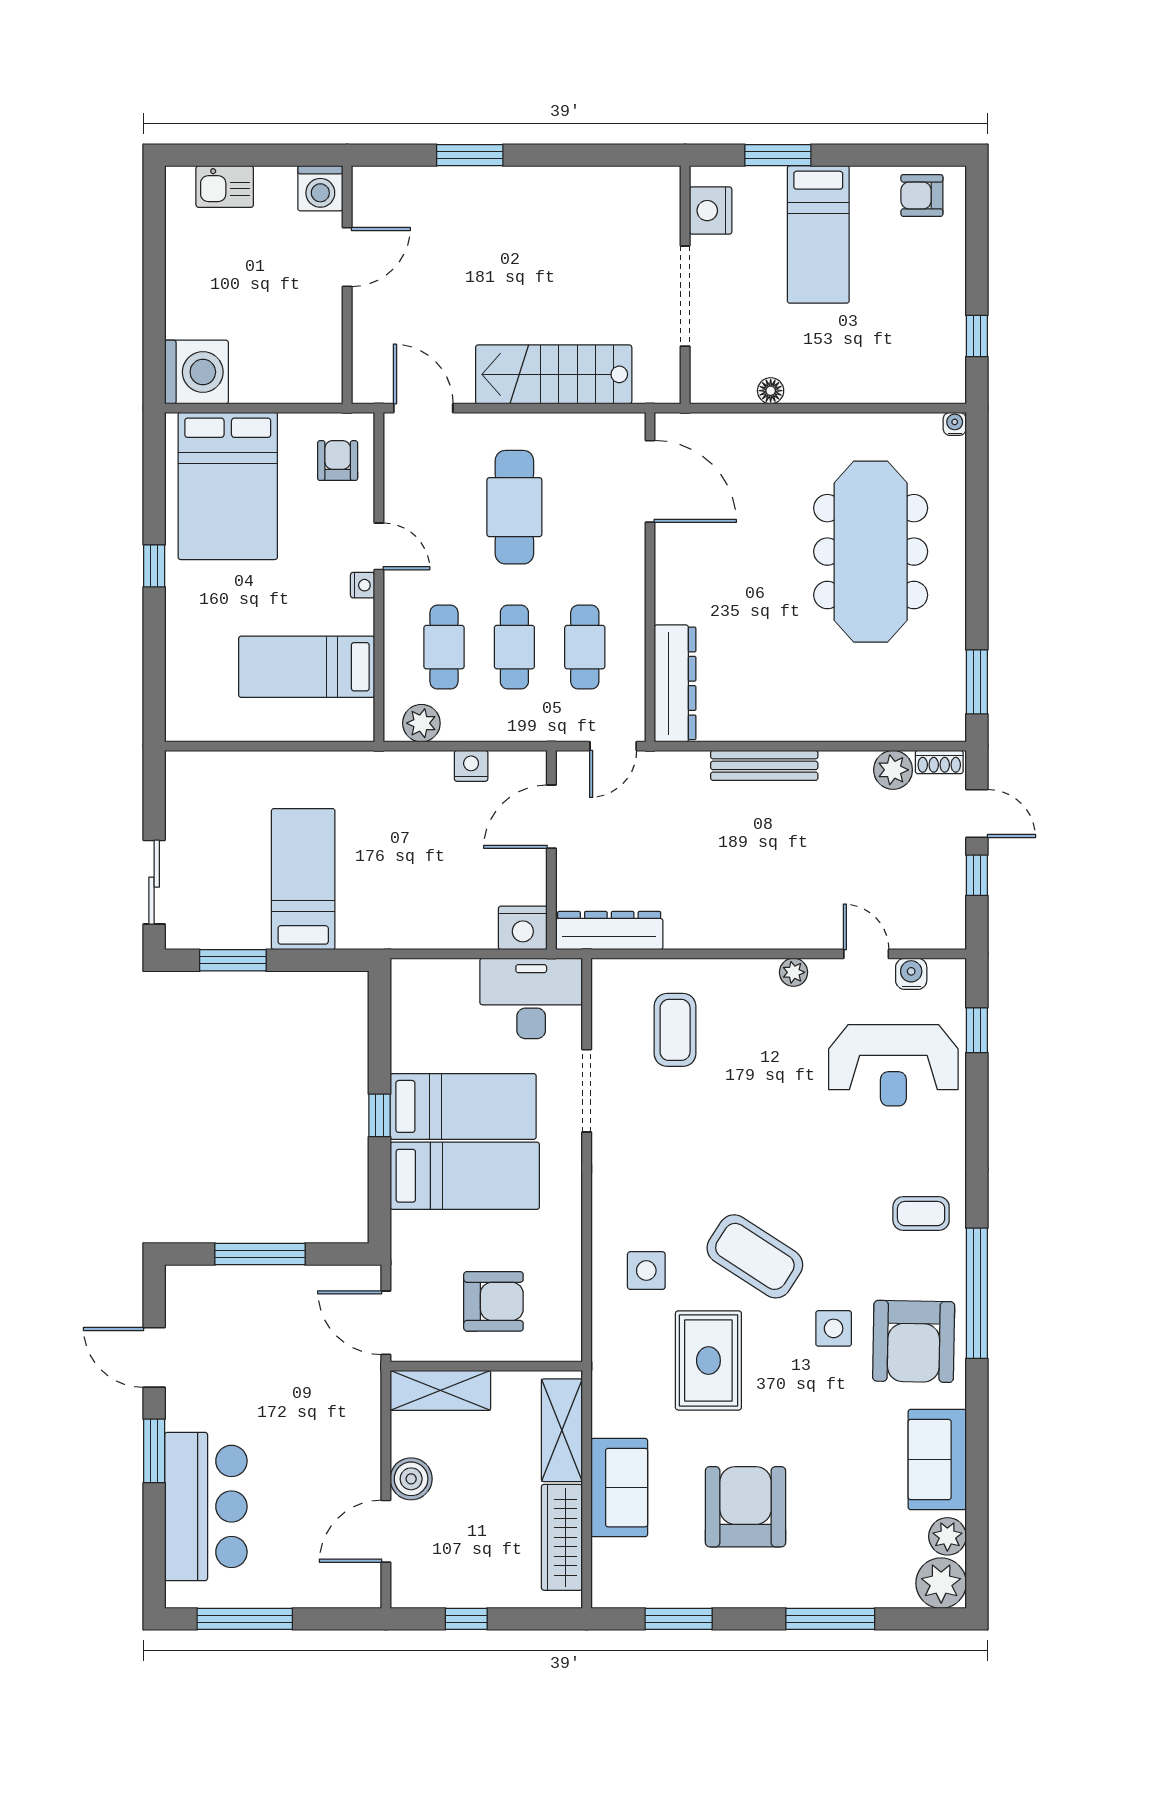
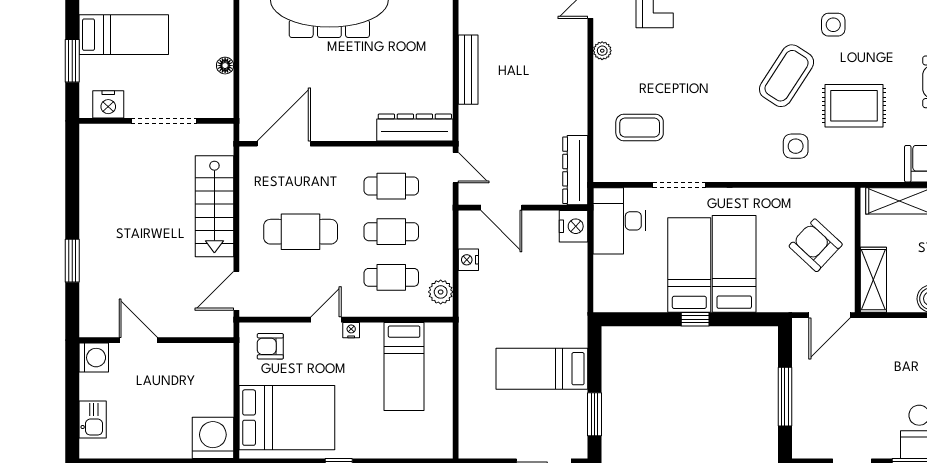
armchair: (493, 1301) -> (816, 245), turned -47

